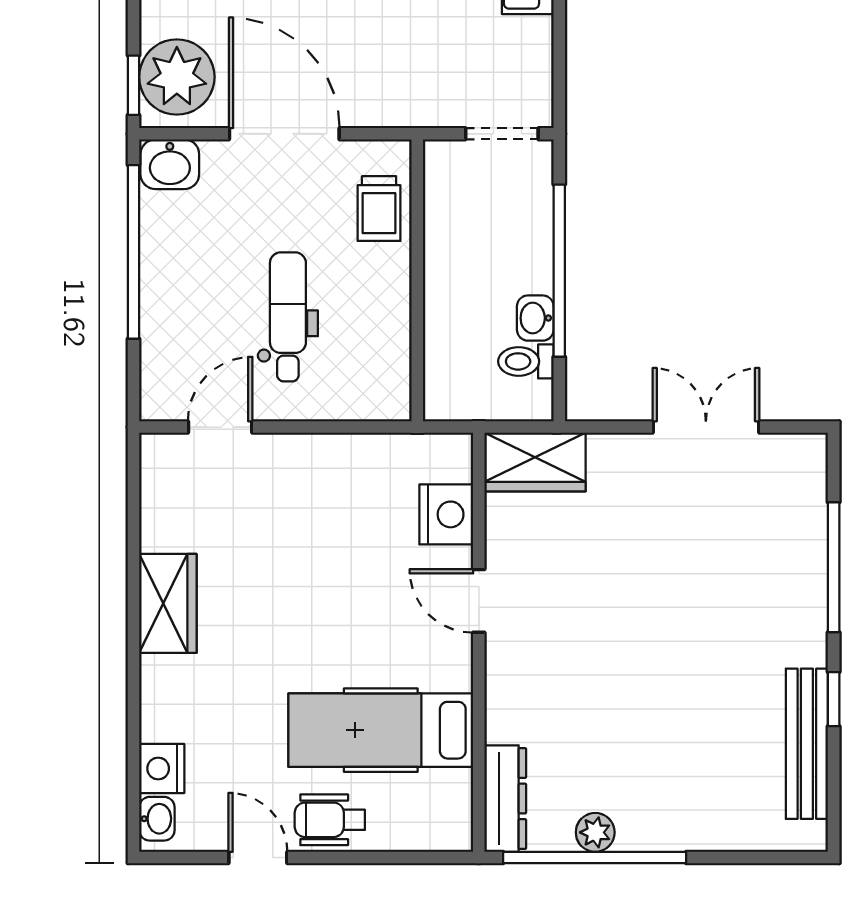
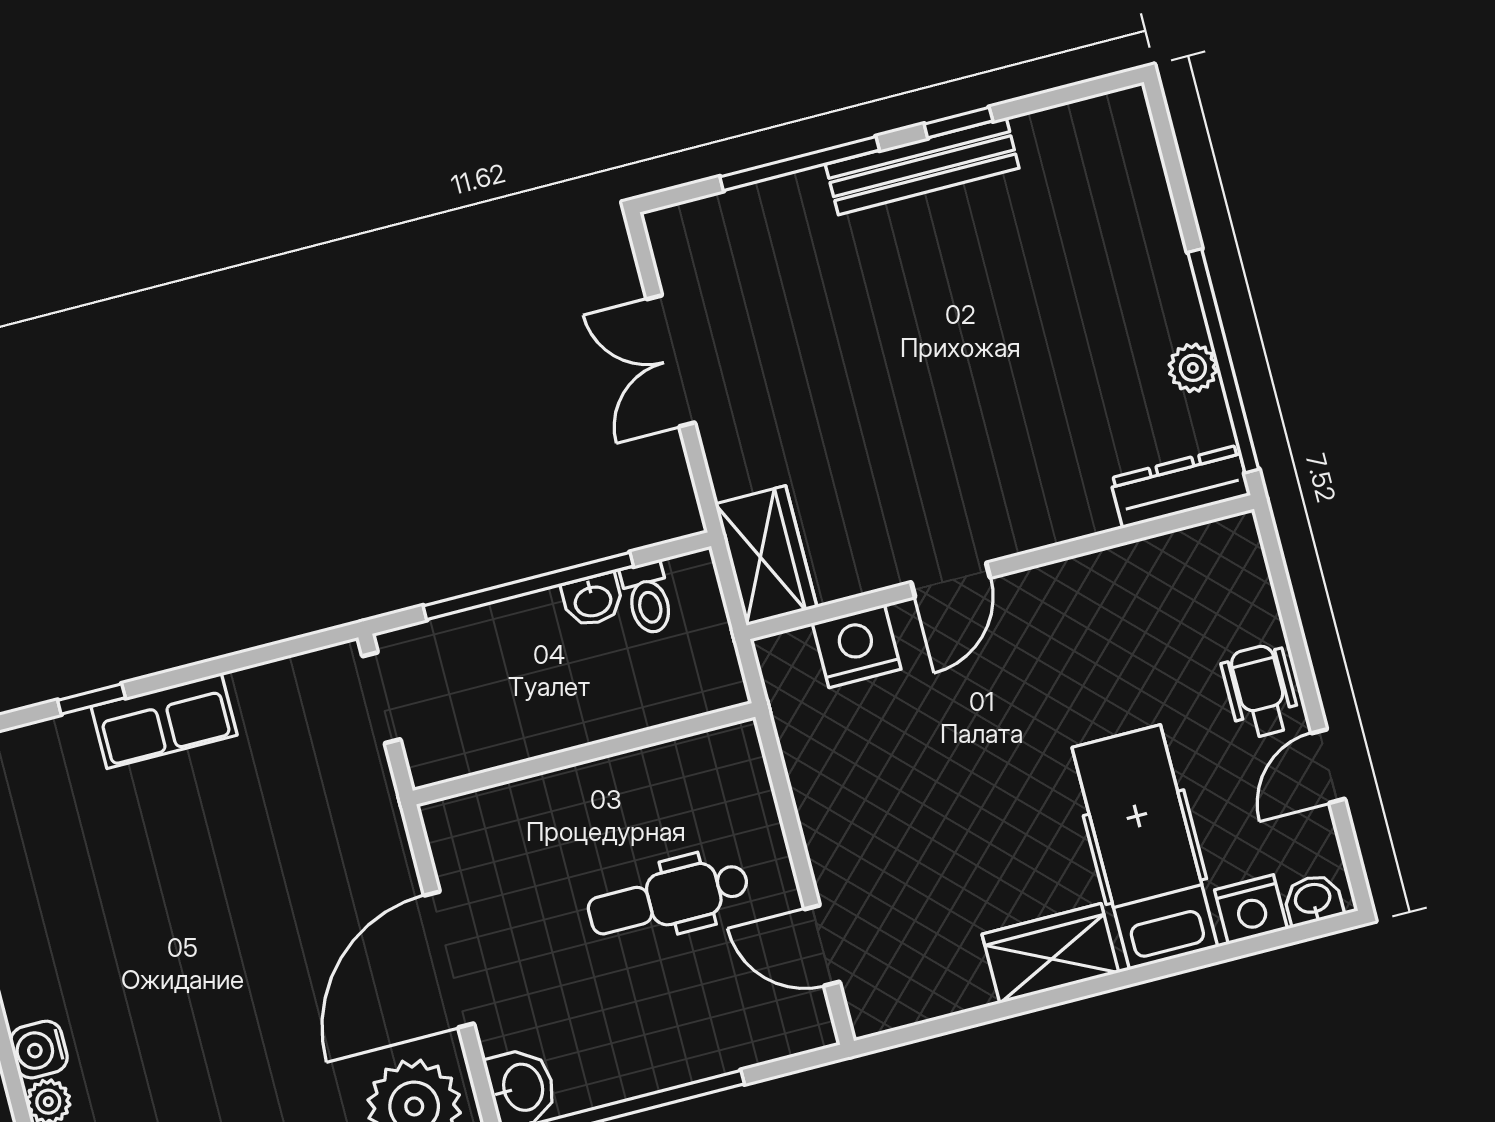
trolley: (379, 209) -> (510, 822), removed
hospital bed: (381, 730) -> (1145, 847), moved, turned 180
bench: (807, 744) -> (922, 166), moved
wheelchair: (330, 820) -> (1260, 691), turned 180

